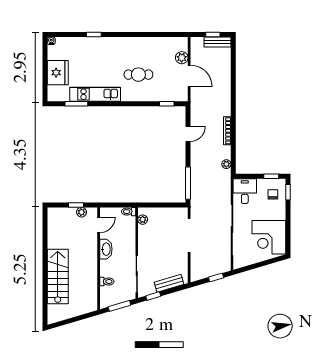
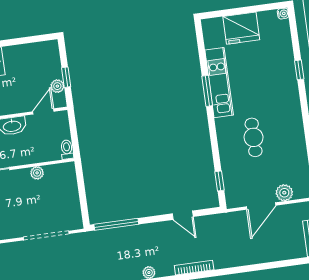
window: (76, 104) -> (207, 91), moved
plant: (143, 220) -> (37, 173), moved
door: (99, 225) -> (43, 111), swing flipped

